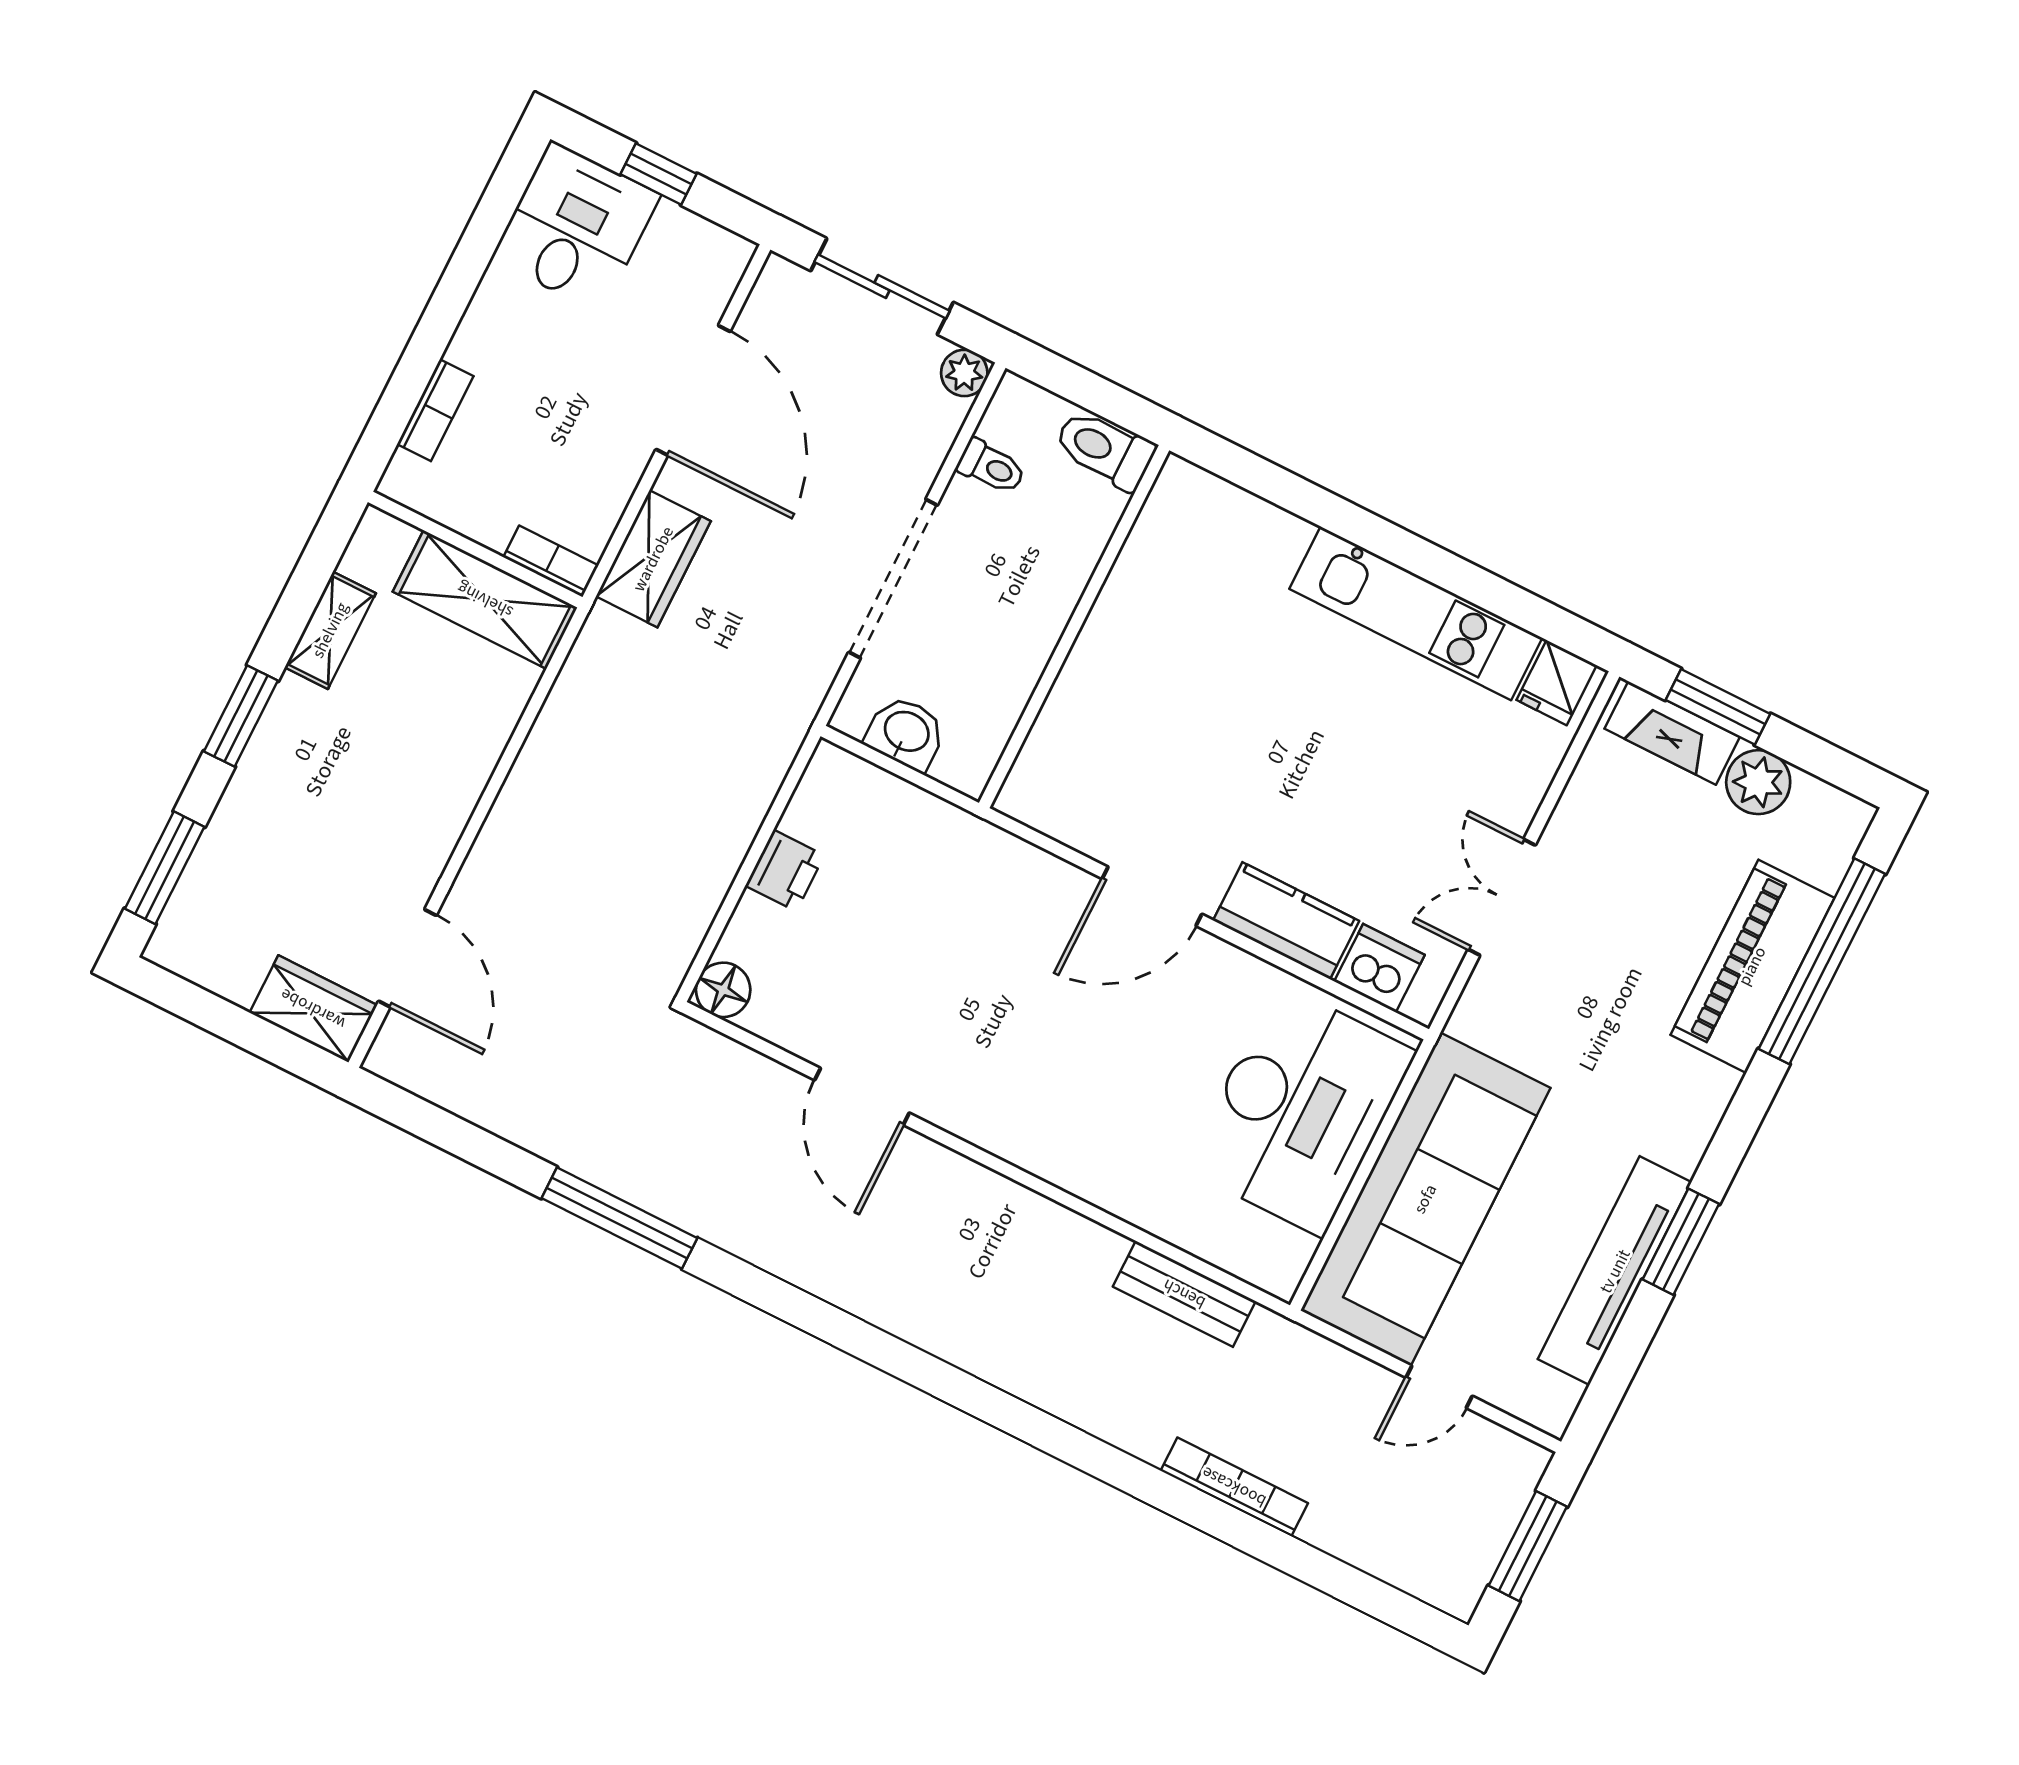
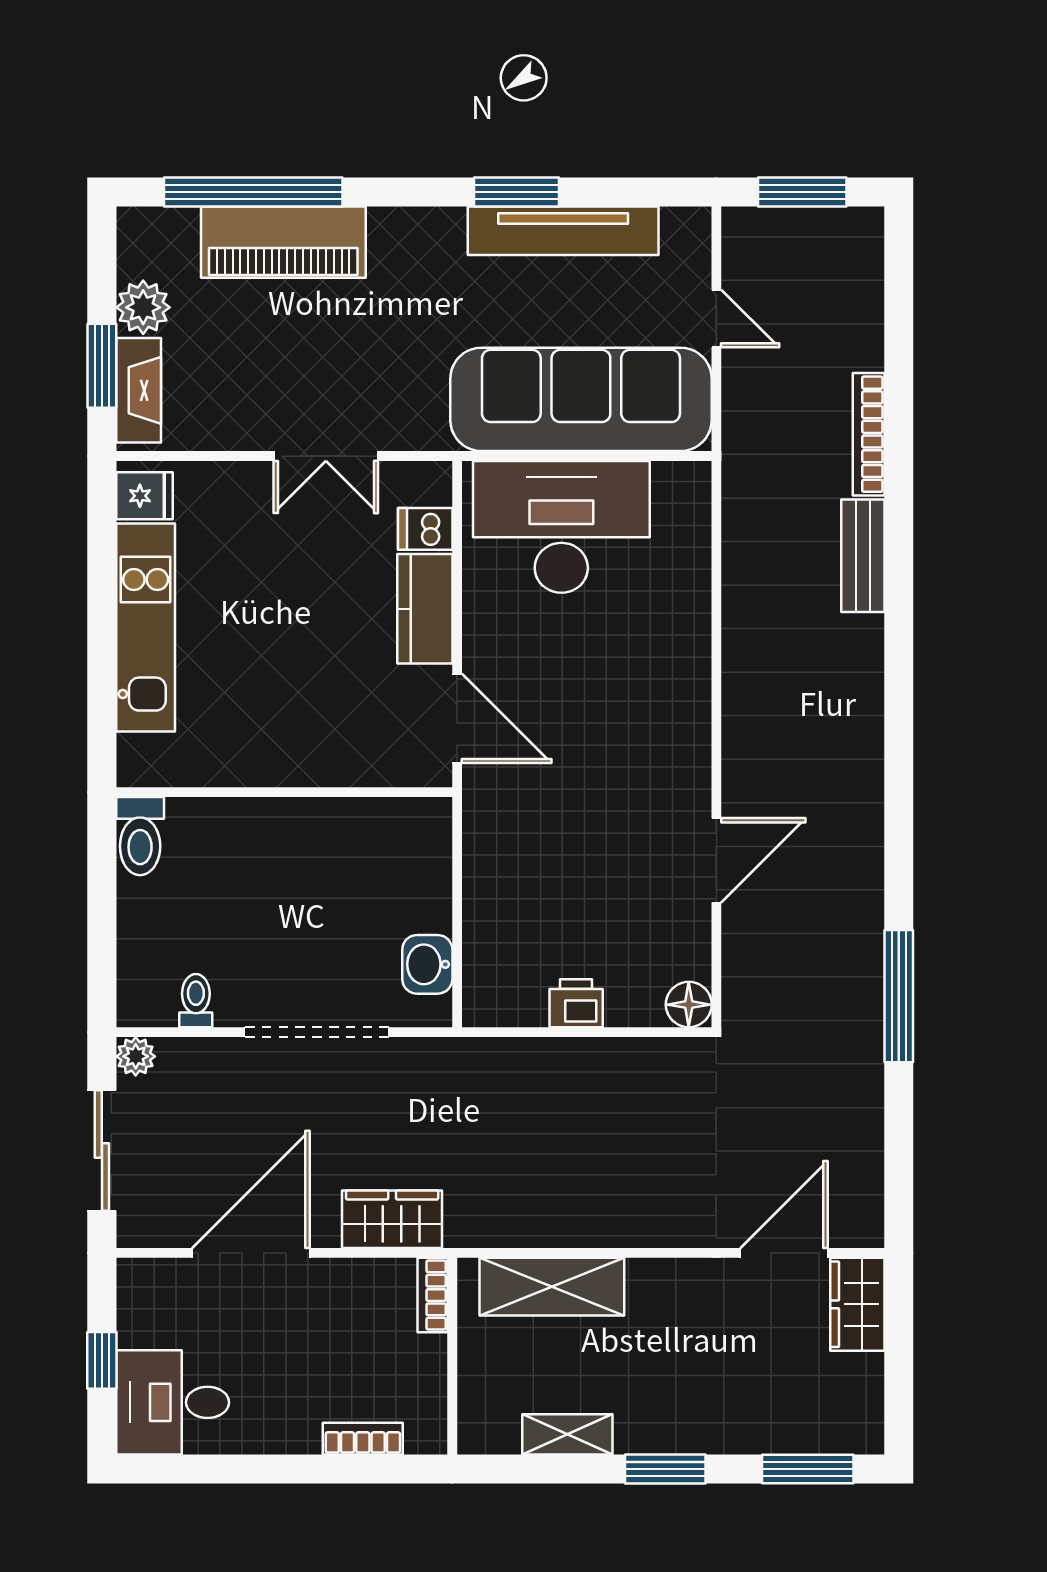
toilet: (1104, 449) -> (140, 836), moved
shelving: (485, 600) -> (552, 1287), moved, turned 90
wall: (1074, 627) -> (284, 792), moved
dishwasher: (1379, 968) -> (425, 529), width x0.73
bench: (1184, 1294) -> (863, 556), moved

